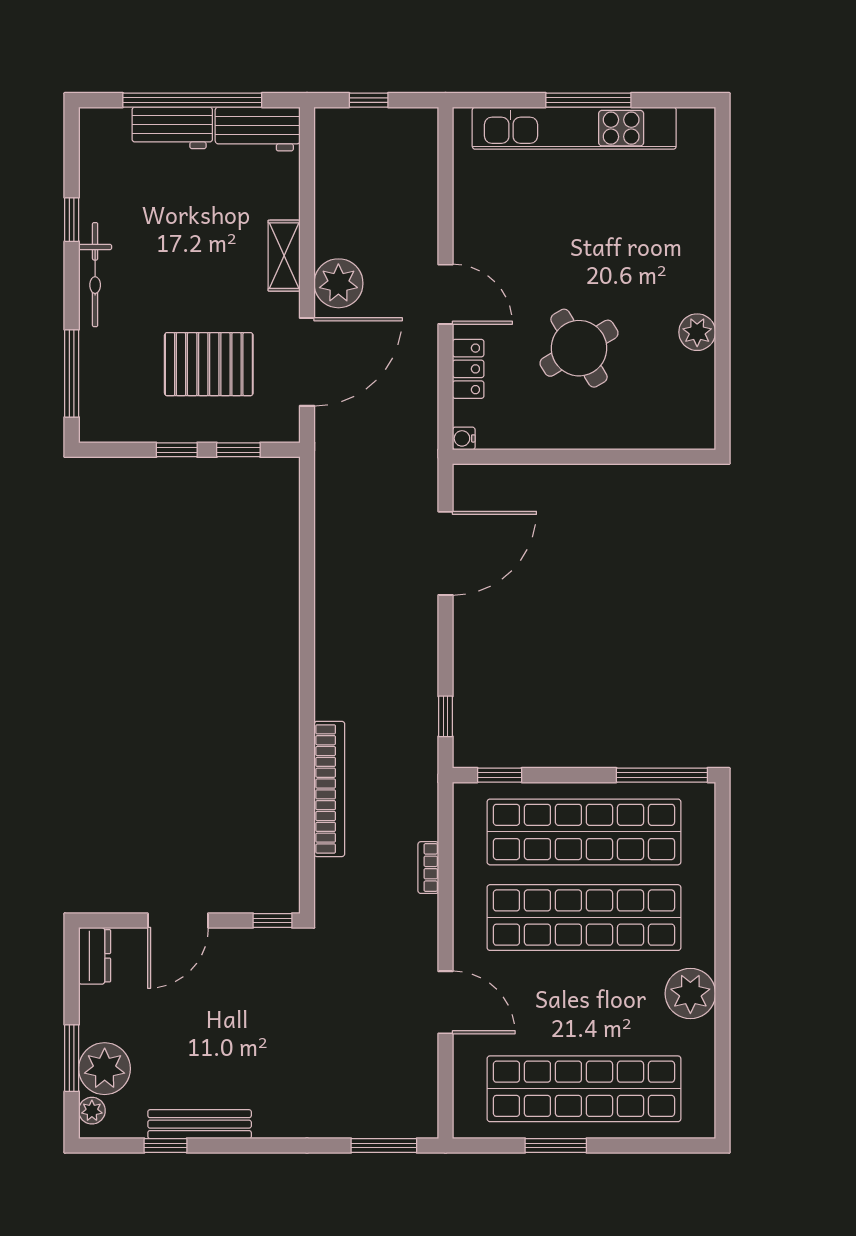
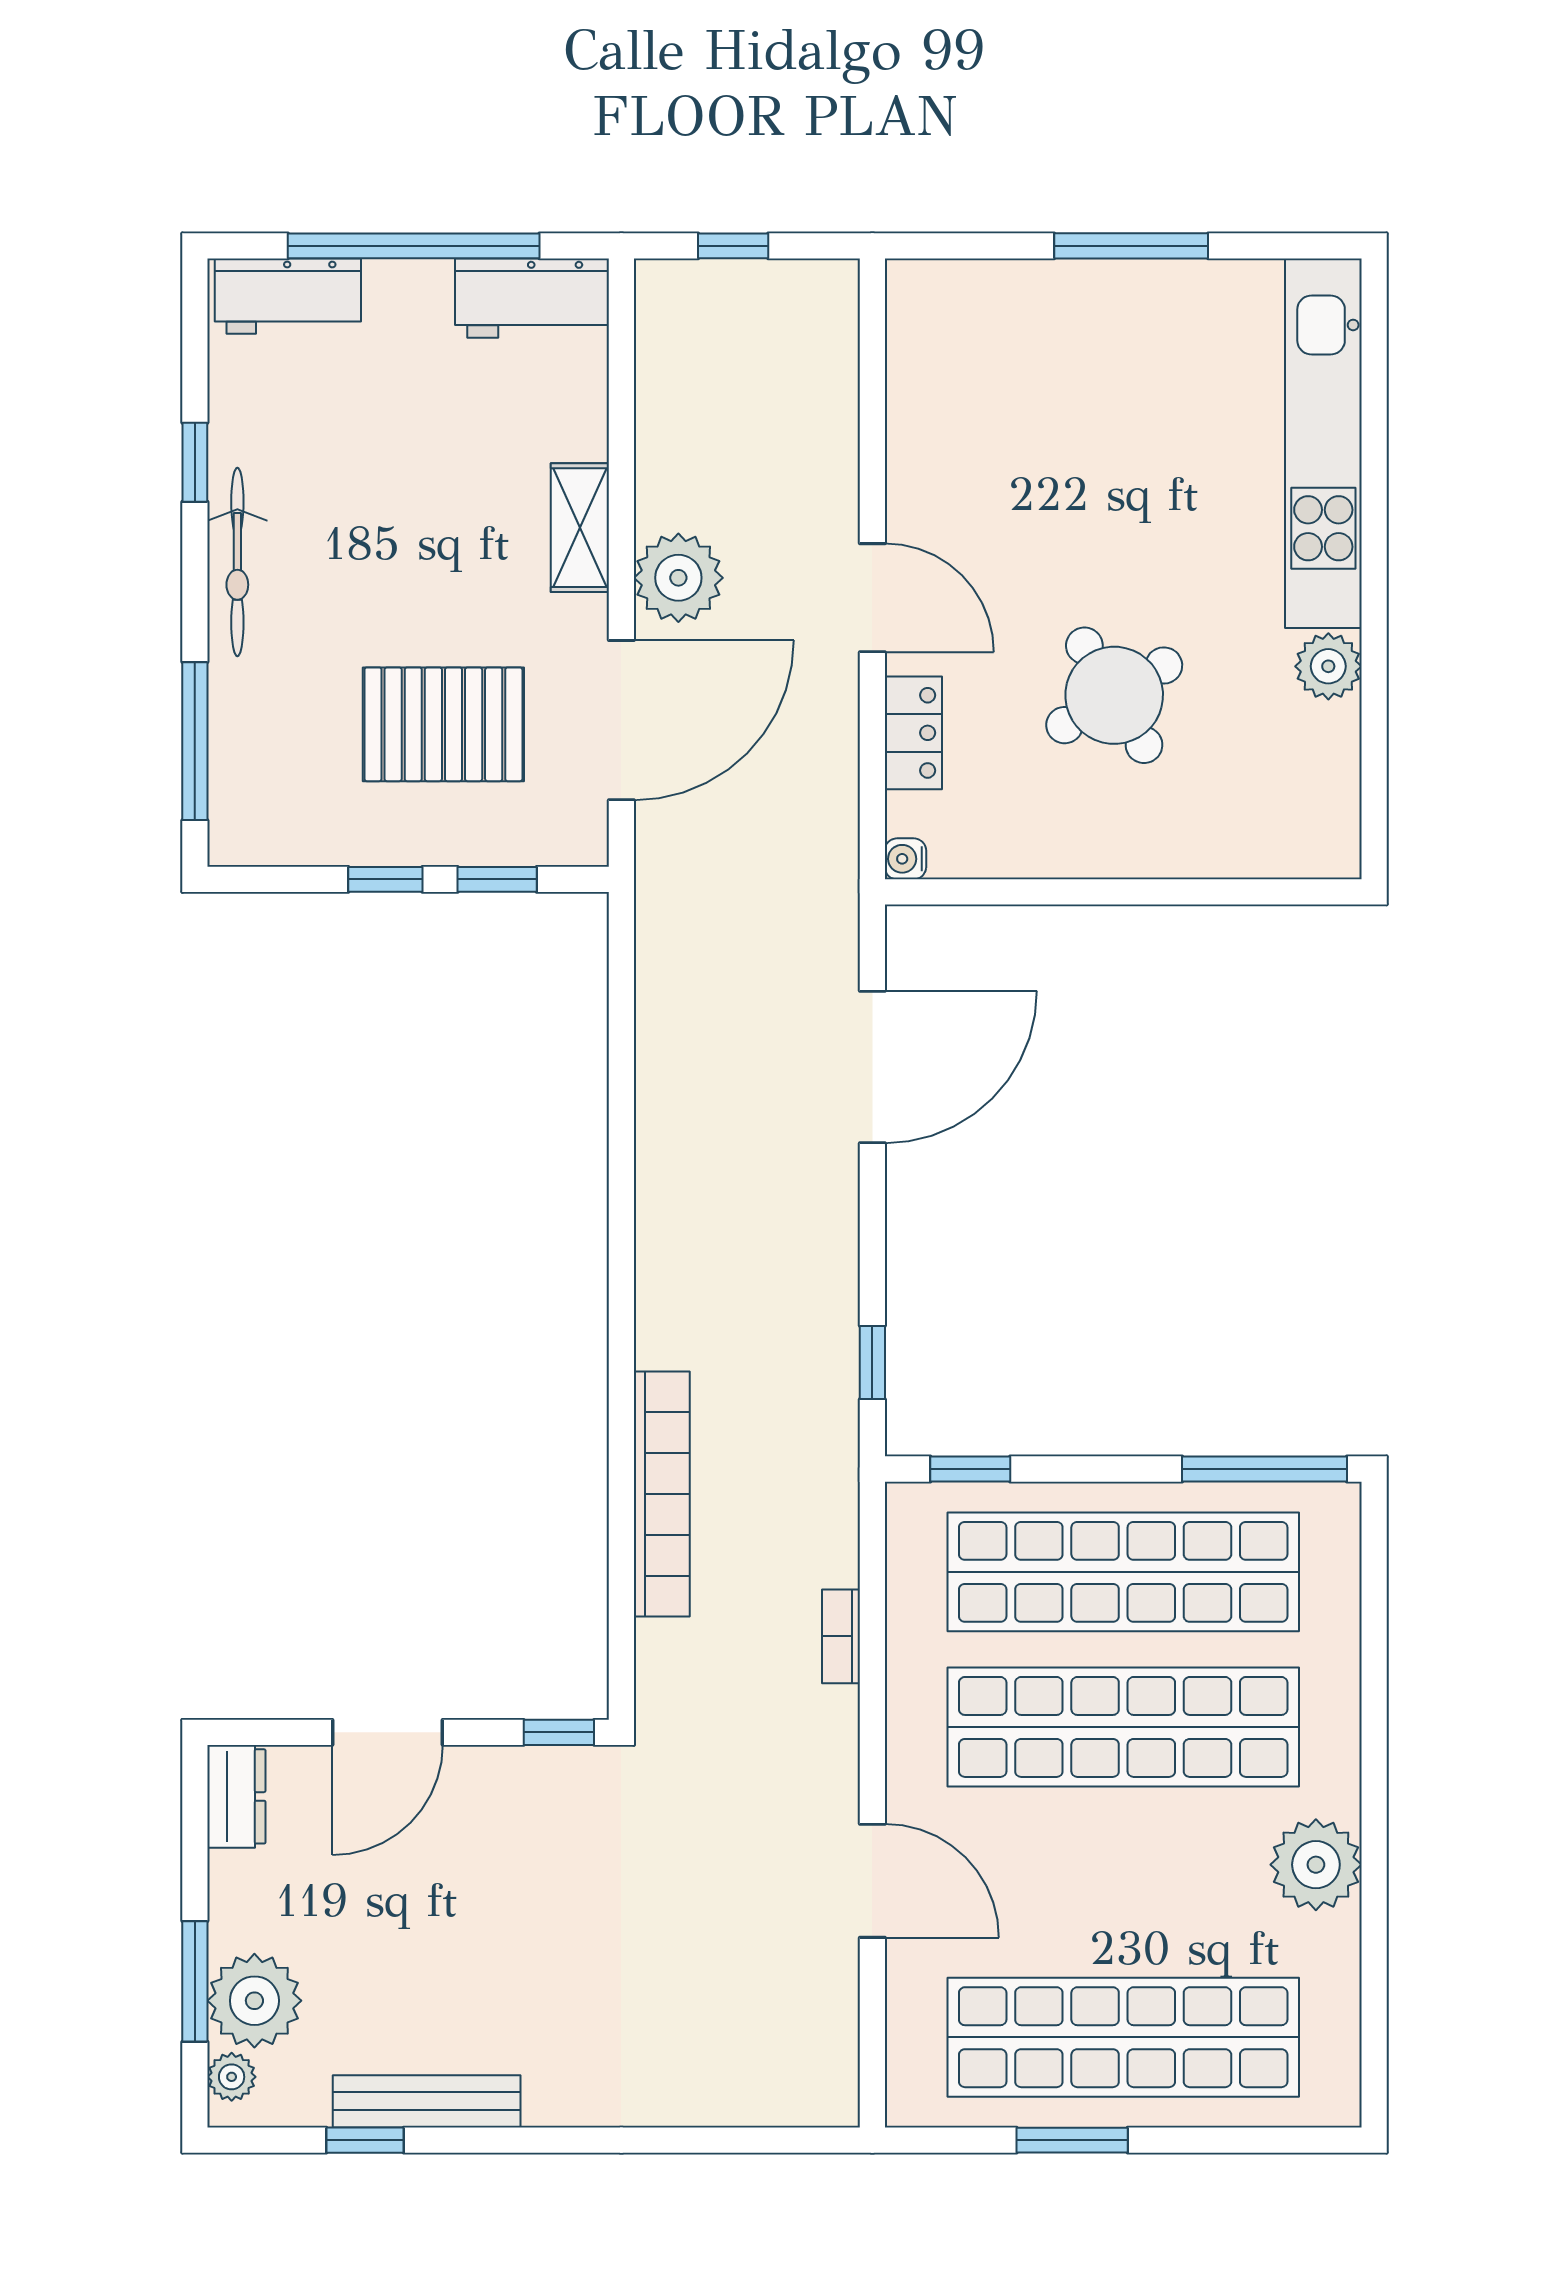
workbench: (172, 128) -> (288, 296), moved
kitchen unit: (574, 128) -> (1323, 443), moved, turned 90
window: (384, 1146) -> (761, 2140), removed

